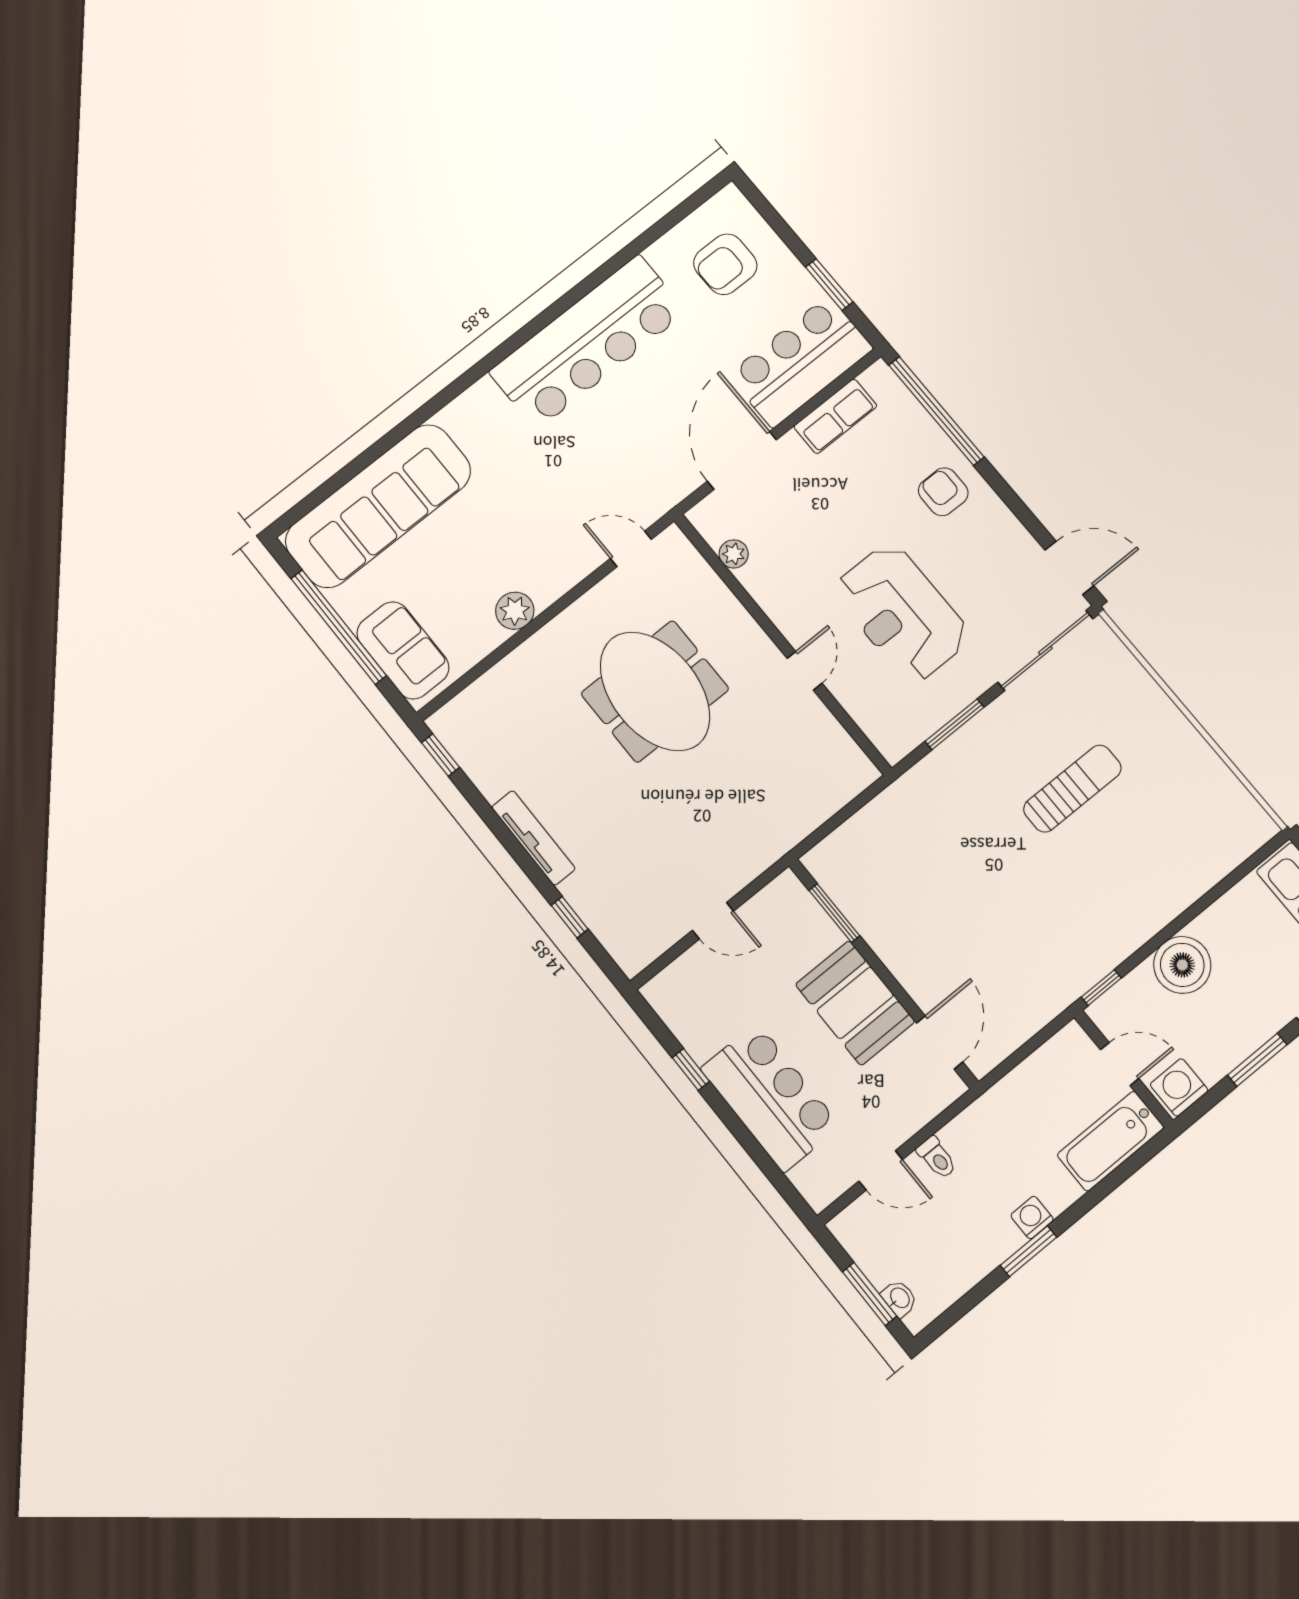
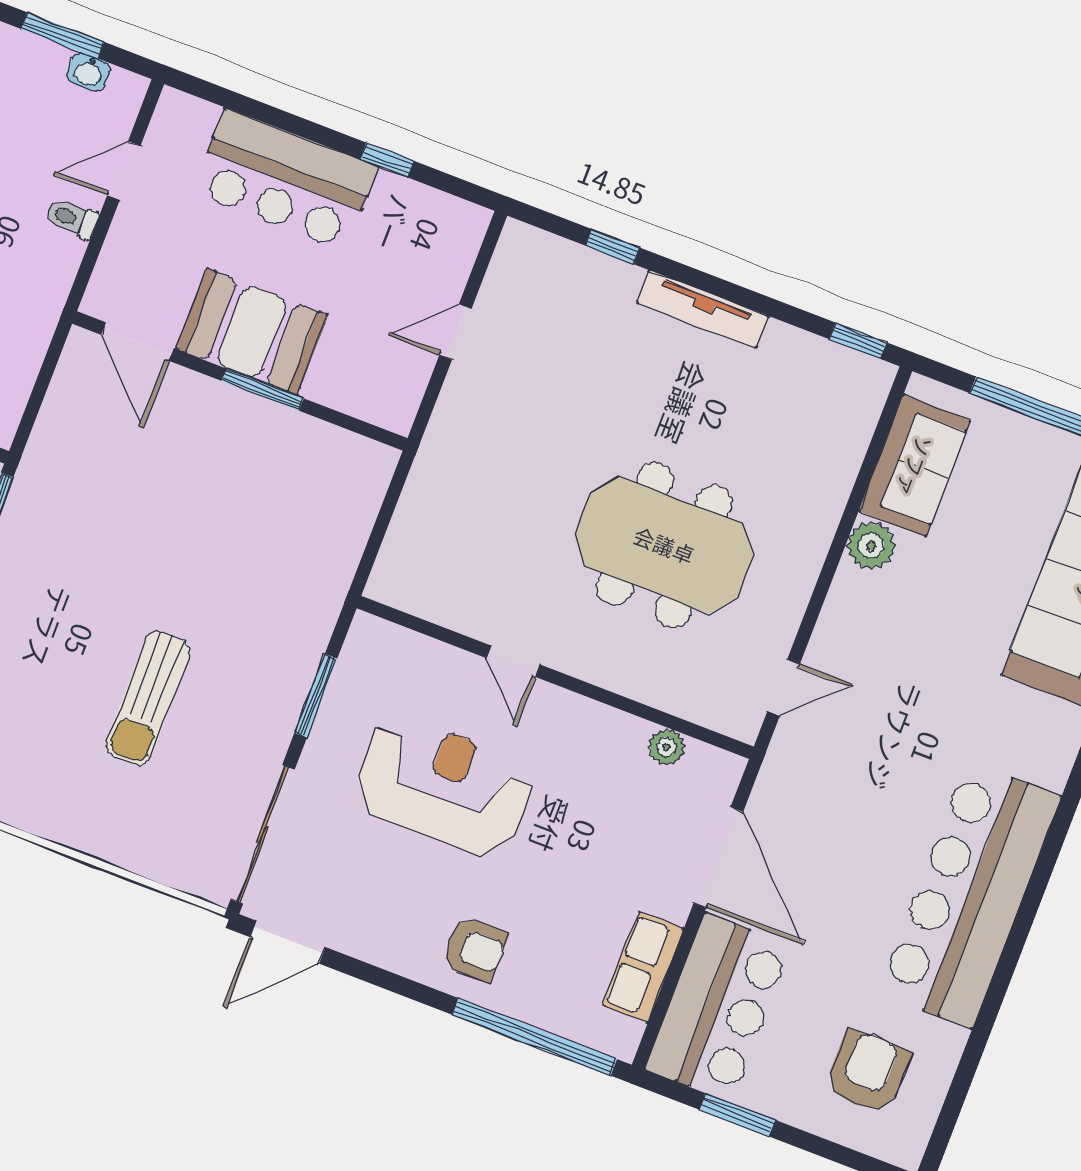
sofa: (403, 650) -> (915, 466), moved, turned -90
window: (834, 913) -> (263, 390), moved
washbasin: (899, 1298) -> (88, 72), moved

